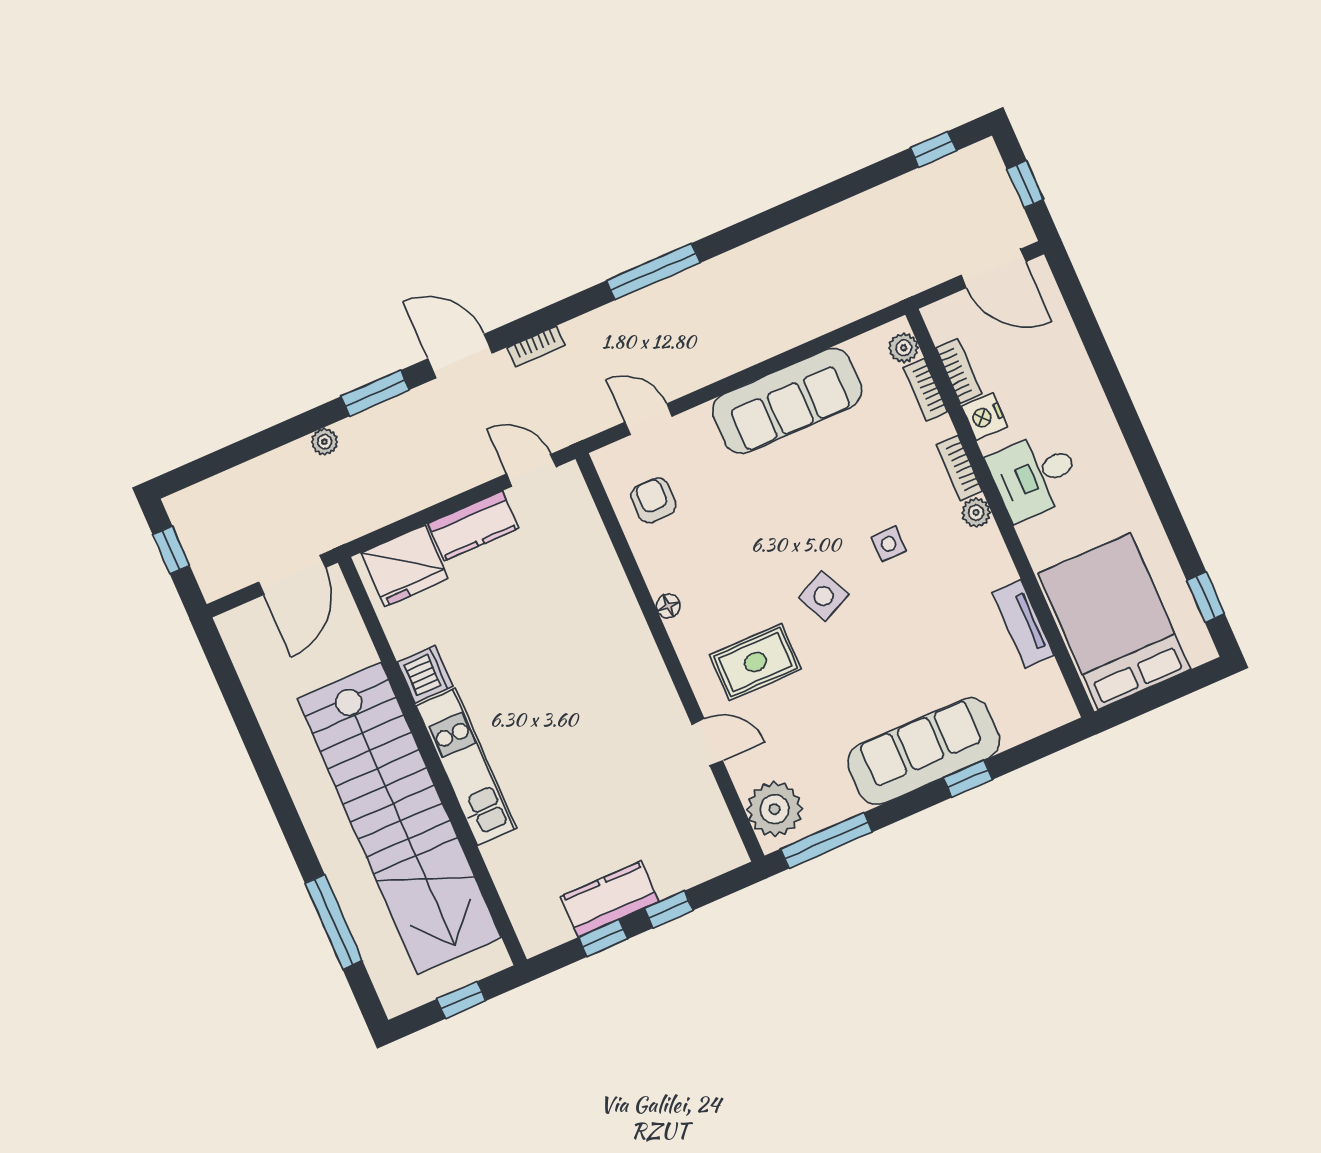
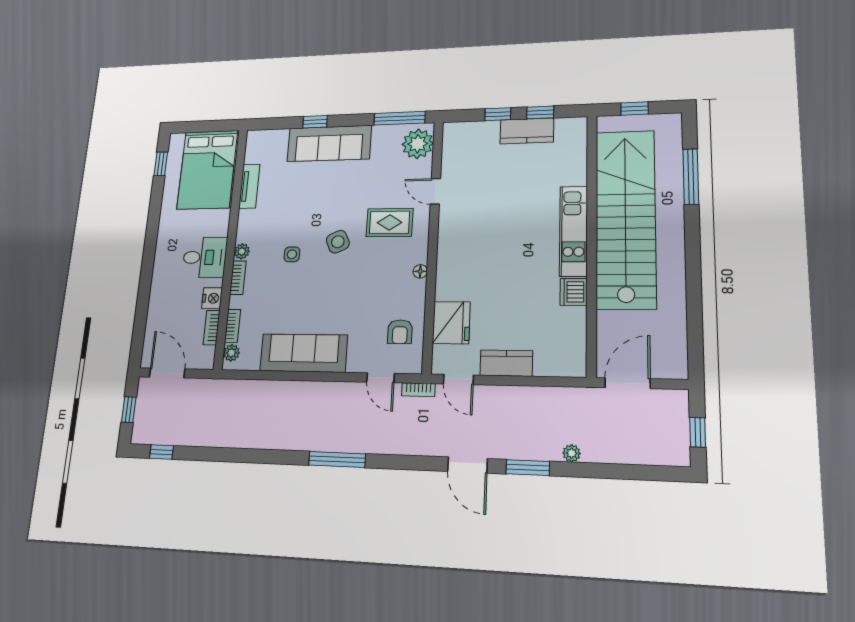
bookcase: (536, 346) -> (418, 390), moved, turned 180
fridge: (405, 566) -> (451, 323), moved, turned 90

